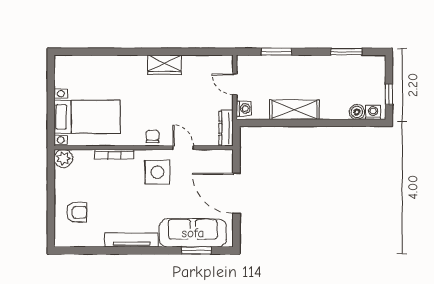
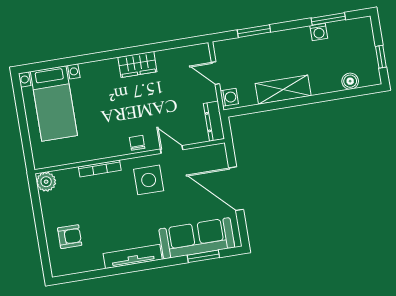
washing machine: (373, 112) -> (319, 32), moved, turned 180
bed with nightstands: (87, 117) -> (54, 103), moved, turned 90

